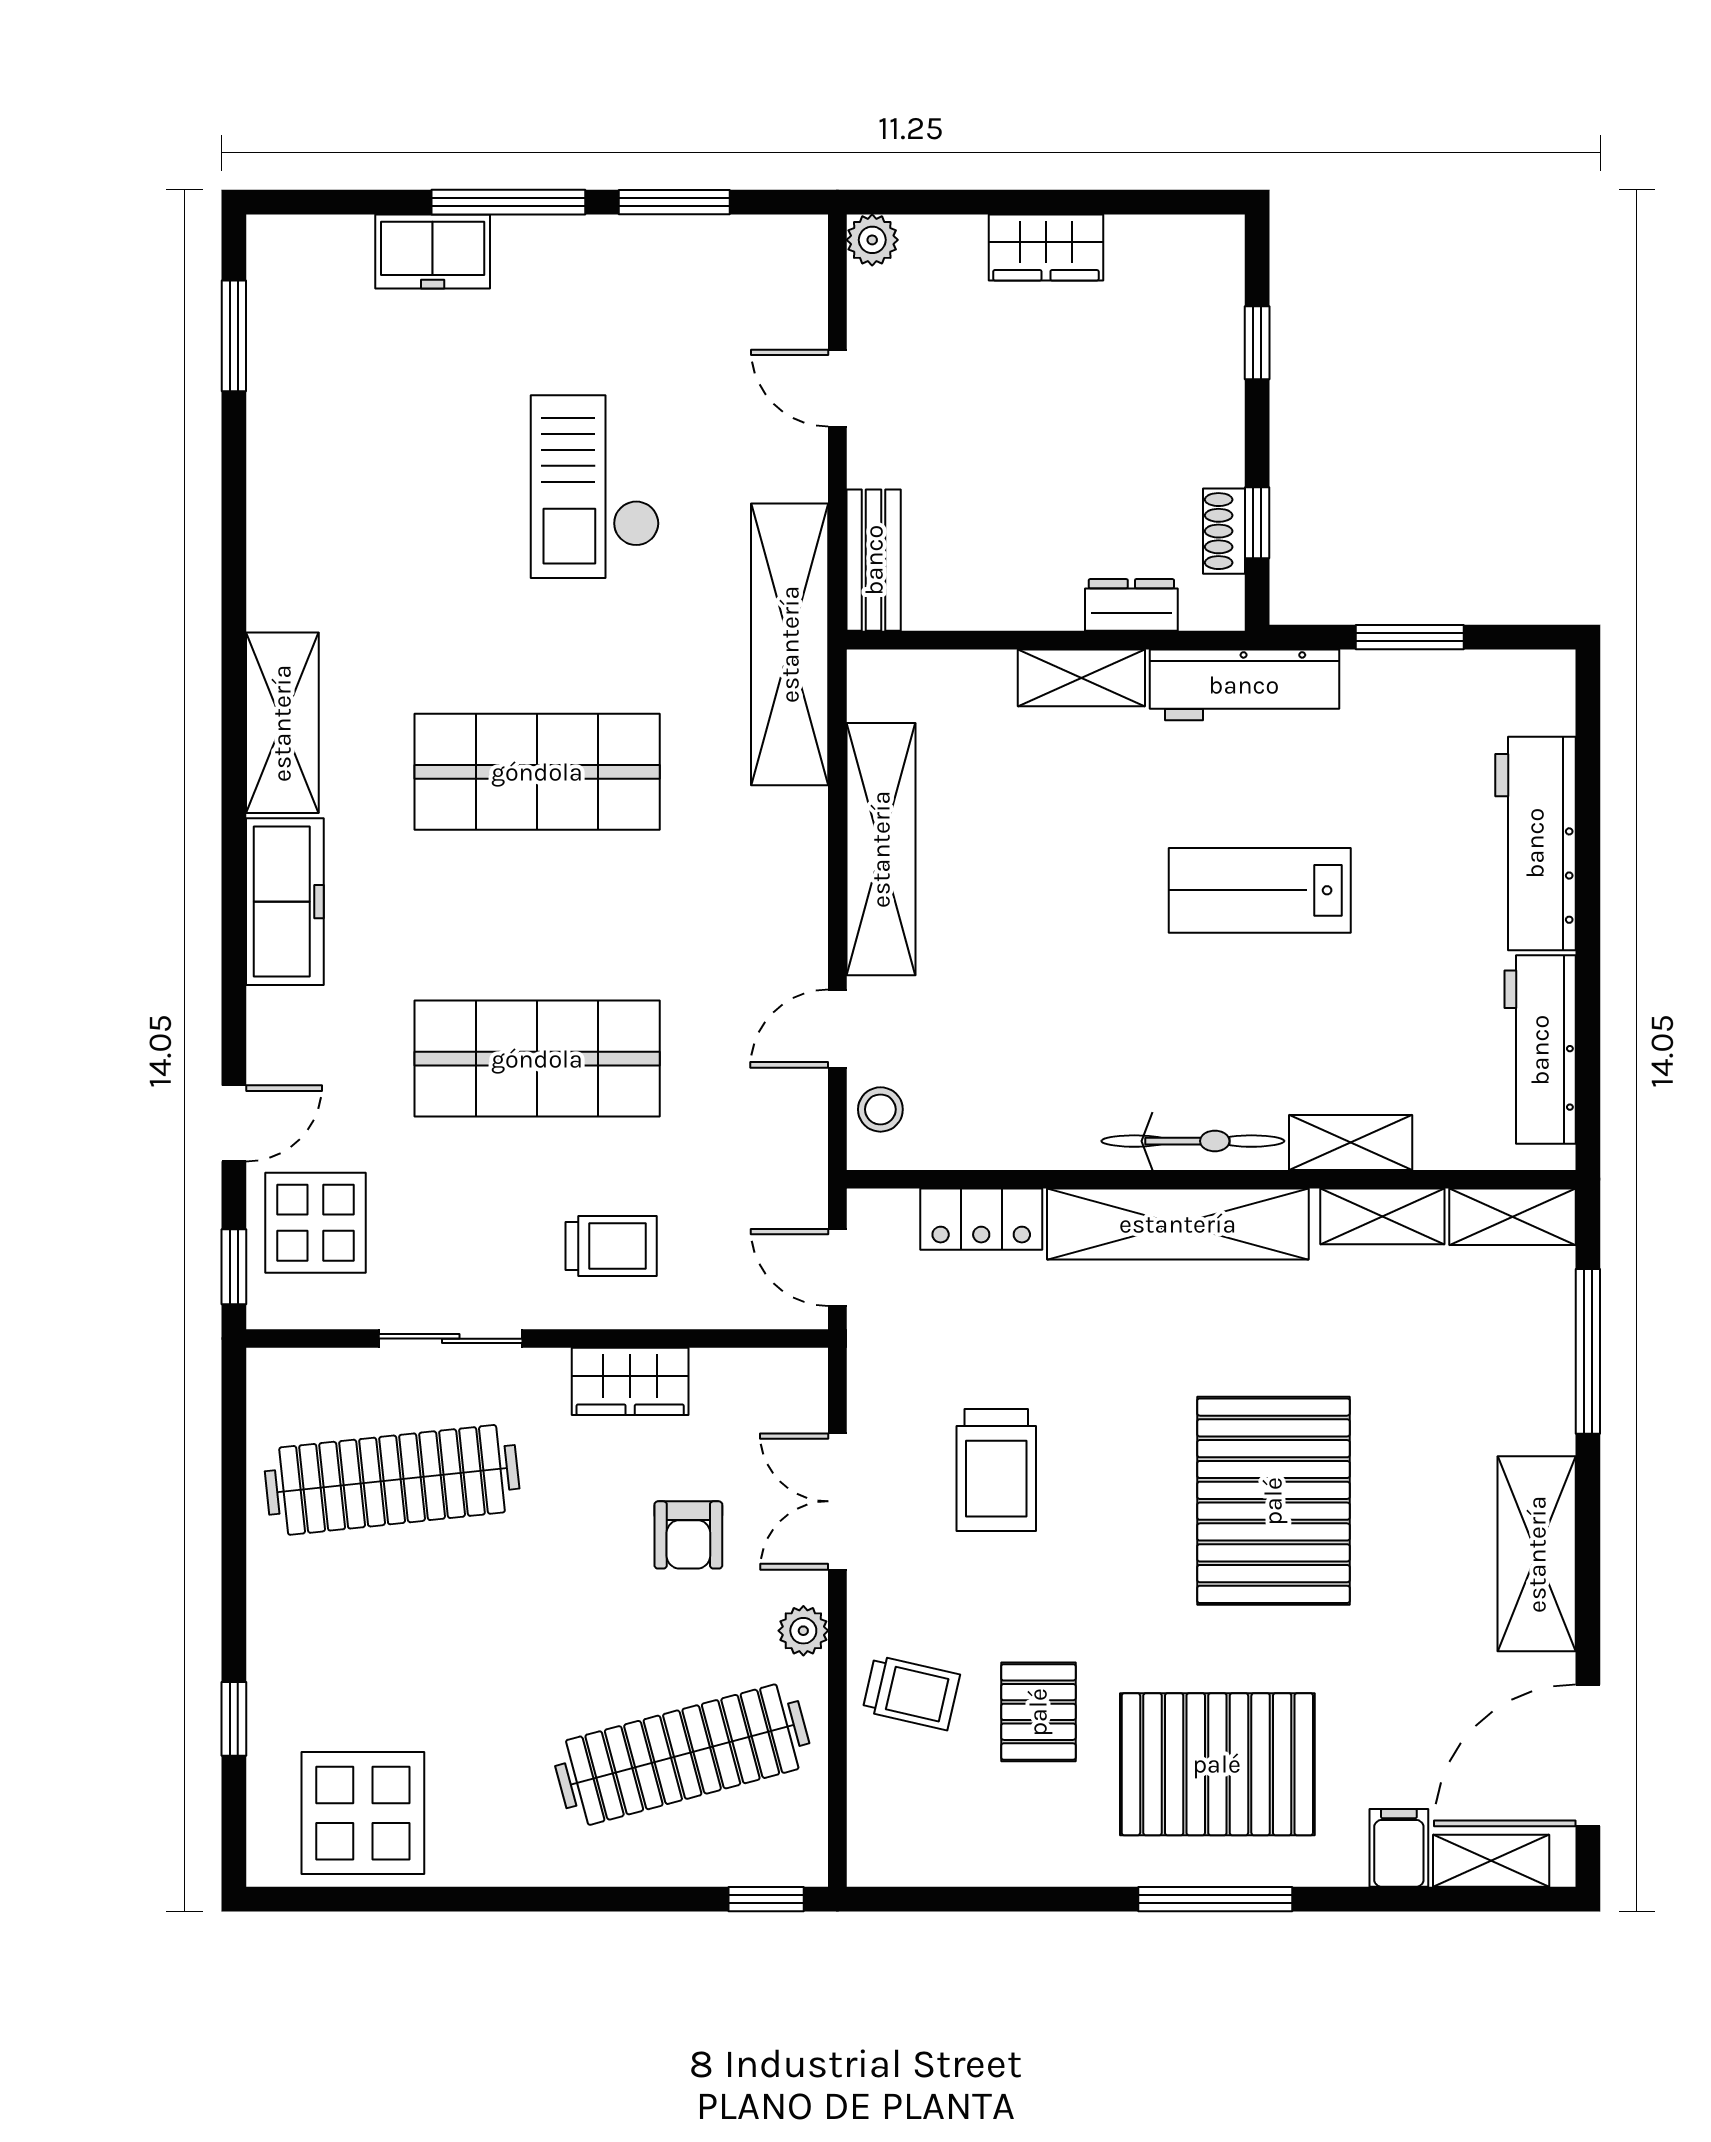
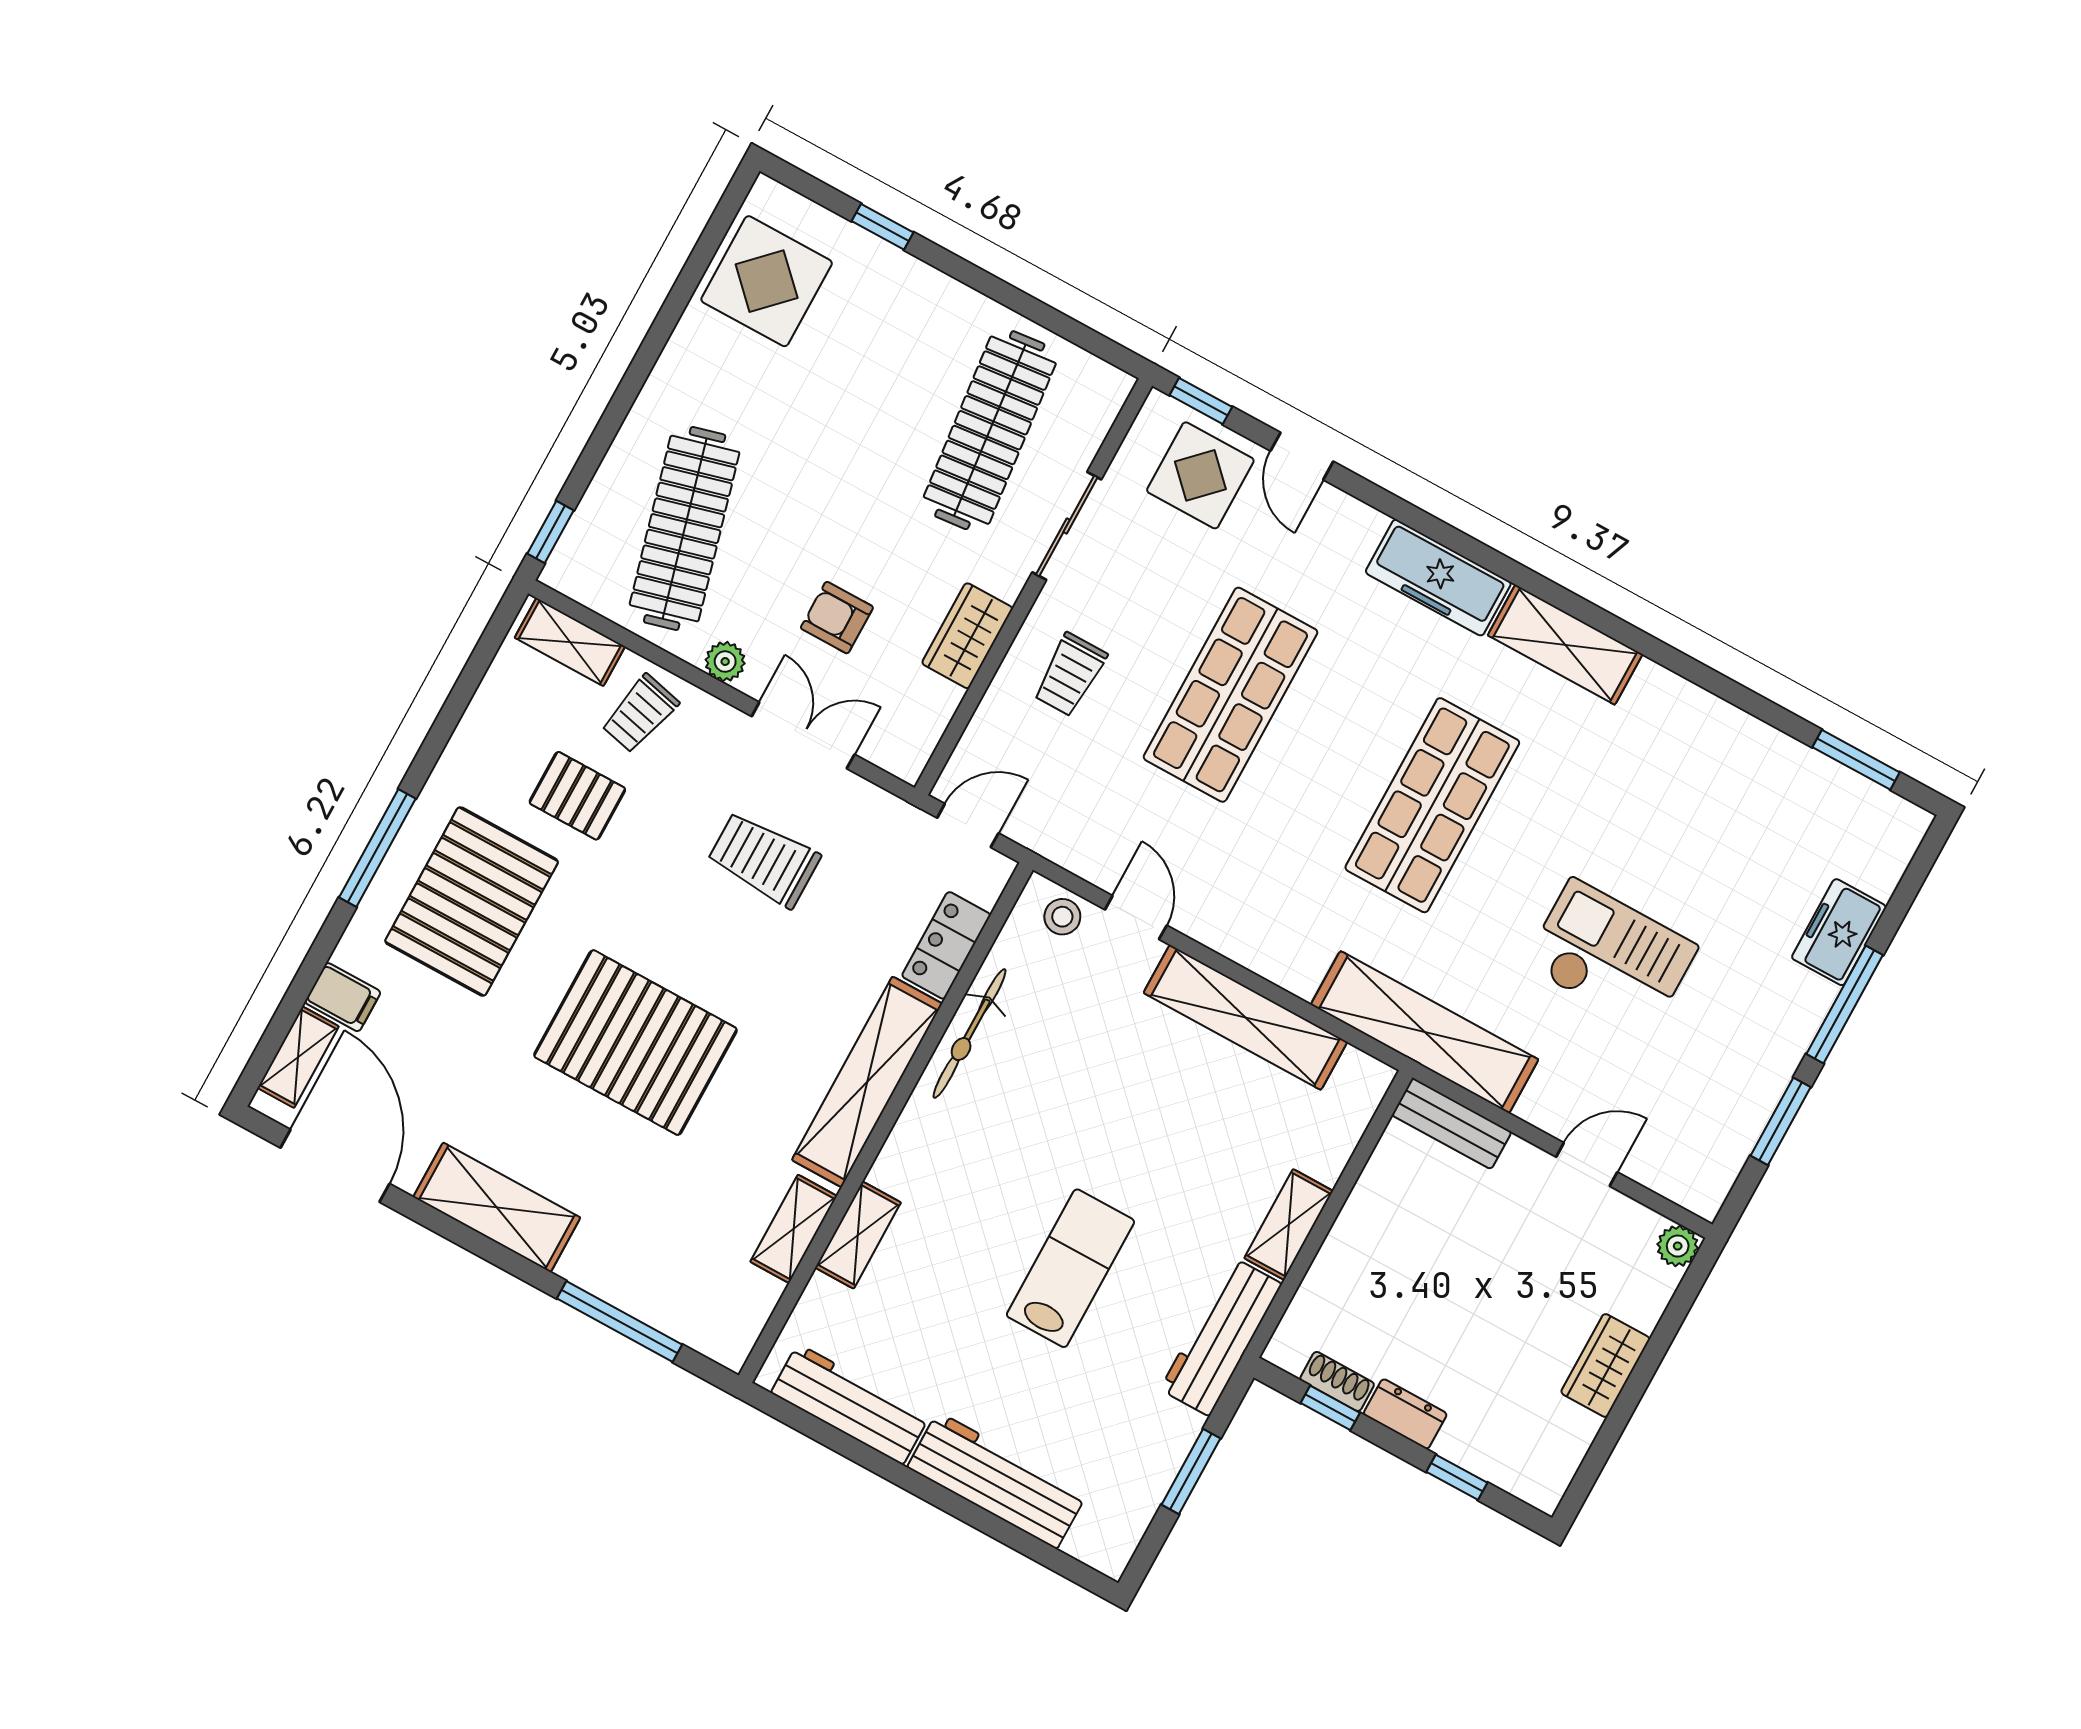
dresser: (1131, 605) -> (1405, 1414), moved, turned -90
bicycle: (1193, 1141) -> (970, 1034), moved
shelving: (1513, 1217) -> (570, 642), moved, turned 90

